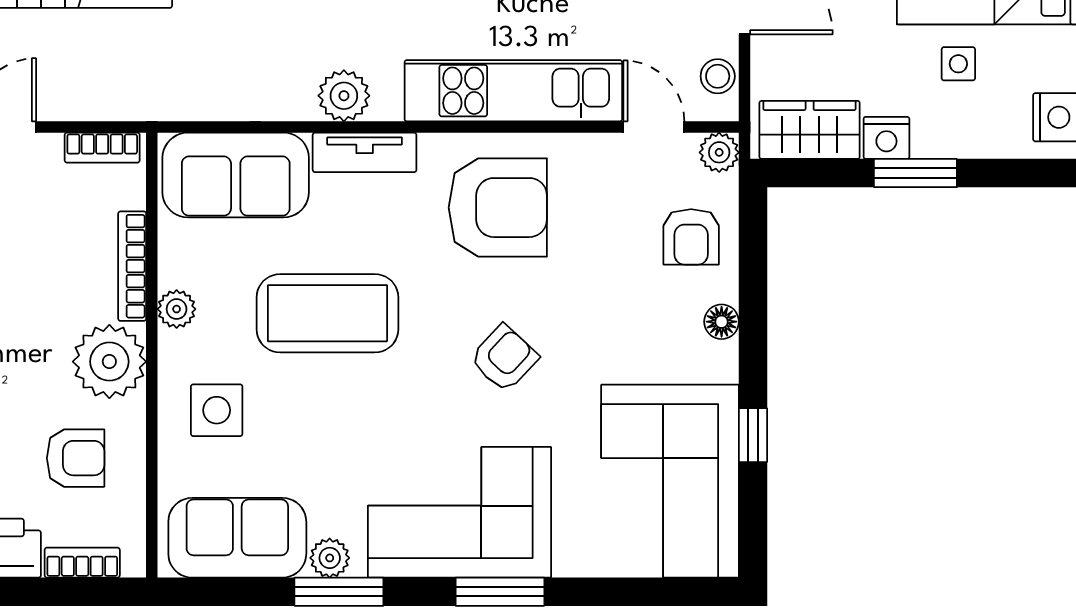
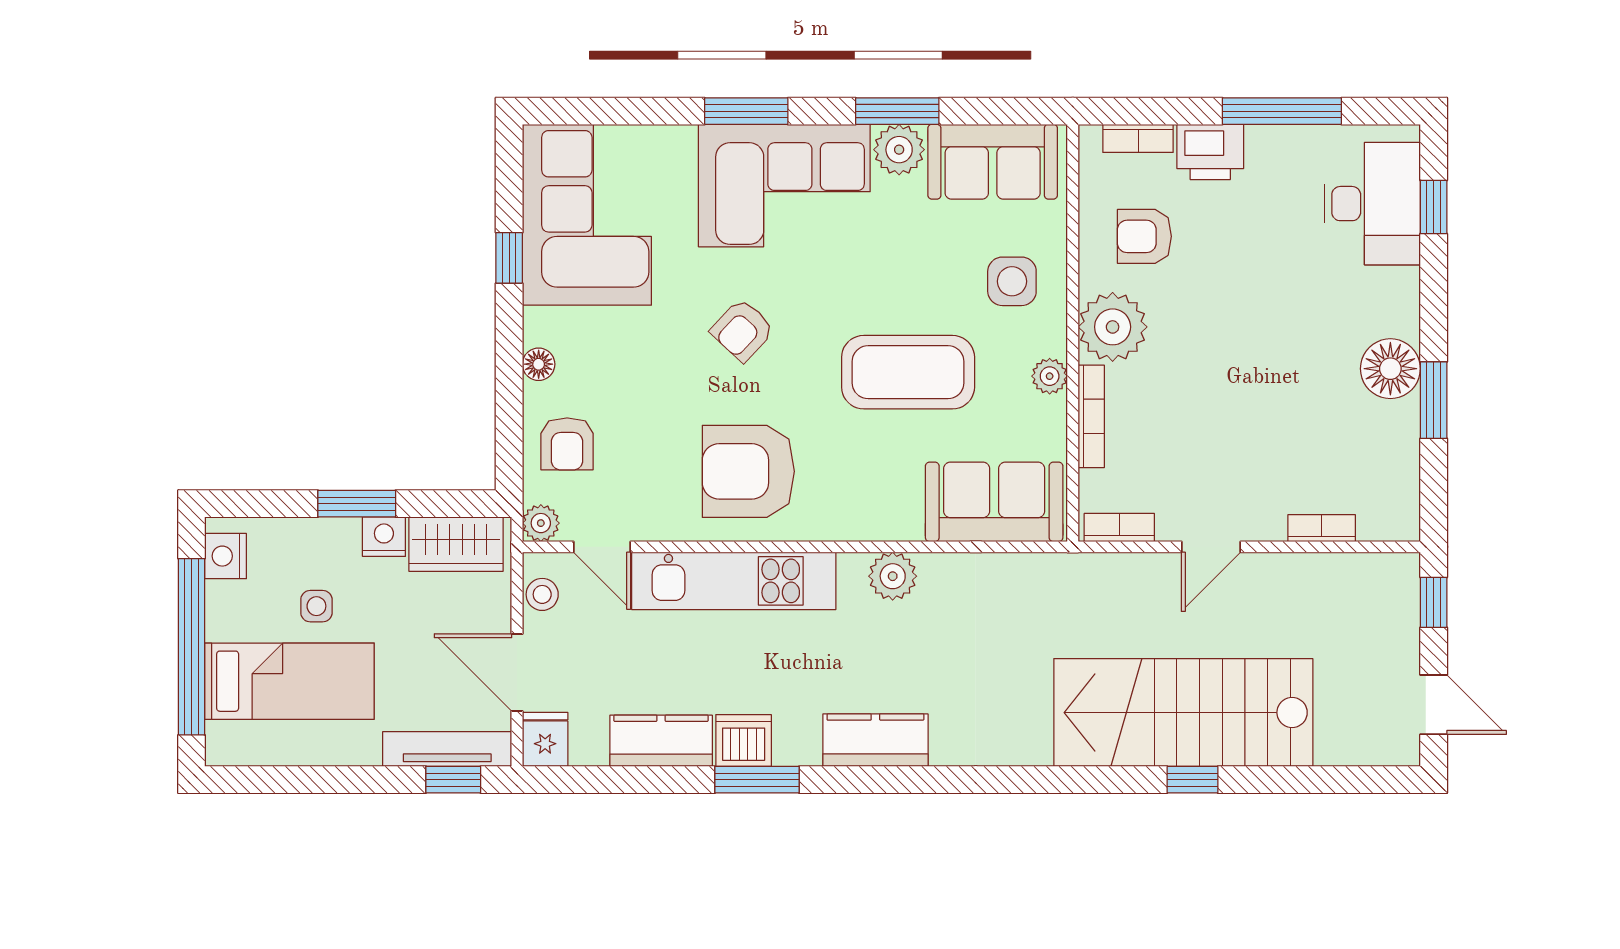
tv unit: (365, 152) -> (873, 523), removed
armchair: (691, 237) -> (567, 444), turned 180
plant: (330, 558) -> (899, 150), width x1.38, depth x1.38

